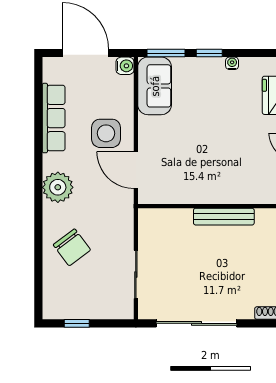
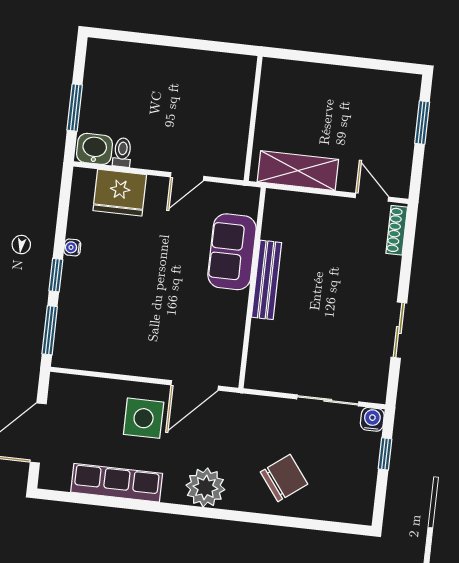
water cooler: (125, 66) -> (372, 419), moved
sofa: (155, 86) -> (232, 252), moved, turned -90
window: (77, 323) -> (385, 454), moved
sliding door: (196, 323) -> (399, 330), width x0.54

